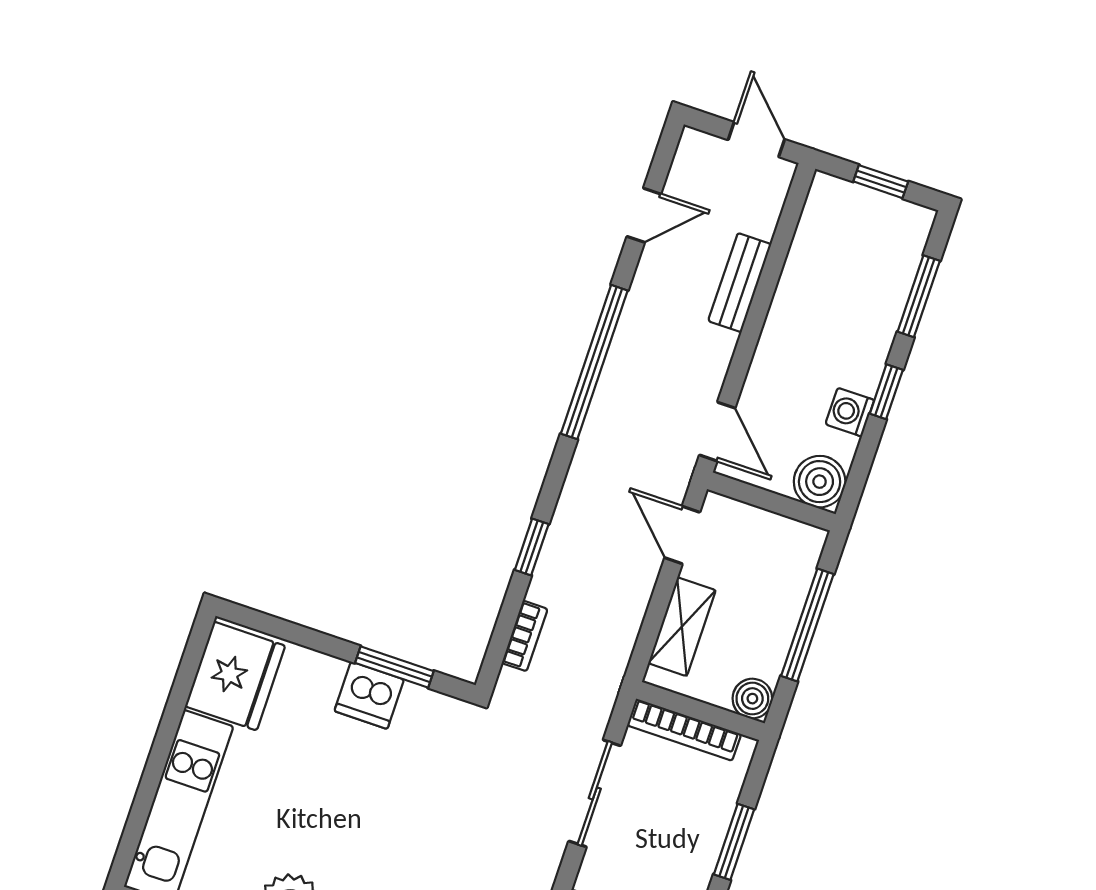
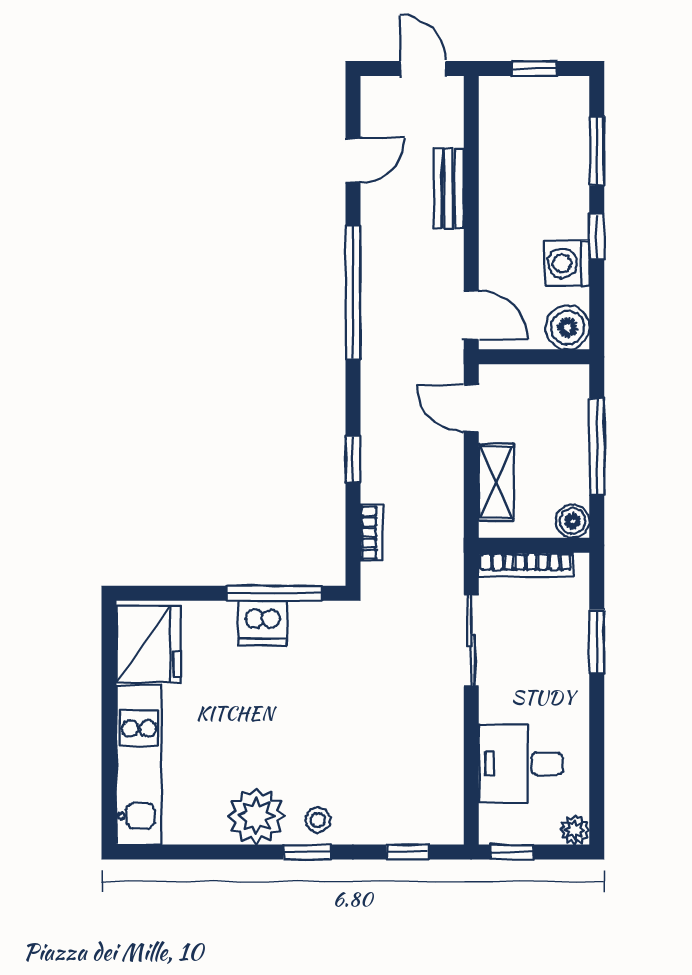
washing machine: (850, 412) -> (567, 263), width x1.38, depth x1.38
window: (394, 667) -> (275, 593), width x1.44

